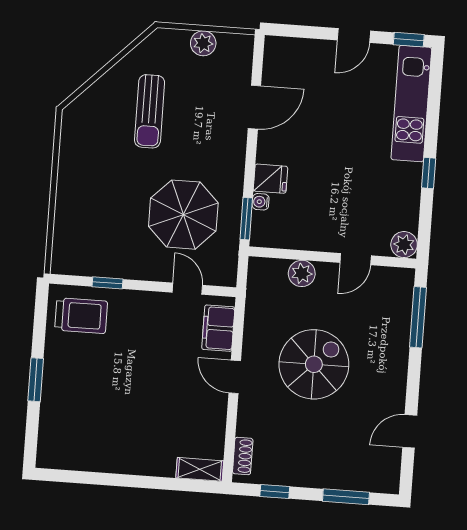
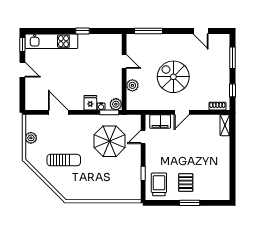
plant: (404, 245) -> (116, 104), moved
pallet: (81, 375) -> (186, 183), added

